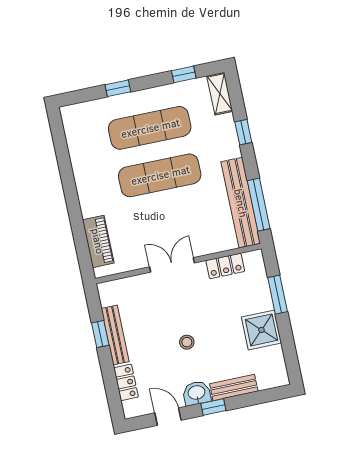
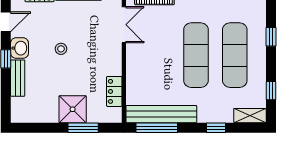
double door: (172, 265) -> (124, 25), moved
shower: (261, 330) -> (73, 109), moved

